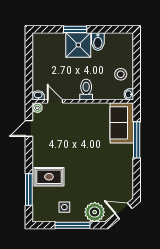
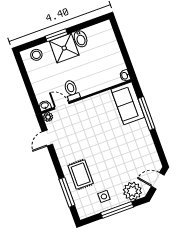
stool: (121, 74) -> (36, 55), moved
toilet: (86, 90) -> (72, 90), moved
rug: (49, 177) -> (81, 174), turned 90

